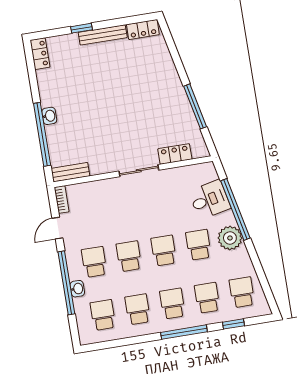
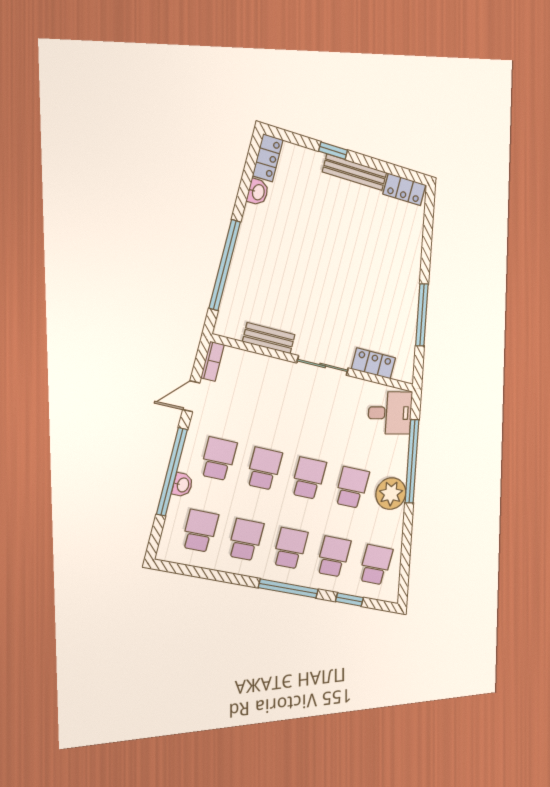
washbasin: (49, 116) -> (258, 192), moved
bench: (70, 172) -> (269, 338), moved
desk: (210, 200) -> (390, 413), moved

